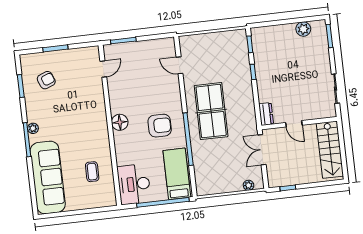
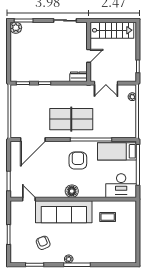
plant: (303, 29) -> (16, 28), moved
door: (180, 65) -> (33, 140), width x1.87
armchair: (46, 80) -> (43, 243), moved
sofa: (48, 178) -> (64, 212), moved, turned 180

